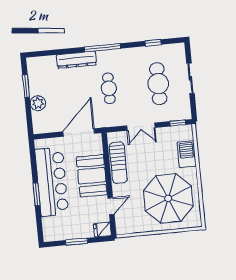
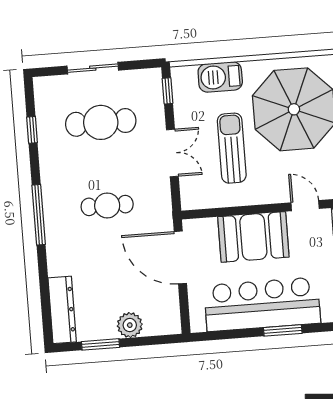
dresser: (76, 60) -> (62, 310), moved
sun lounger: (118, 163) -> (232, 148), moved, turned -90

